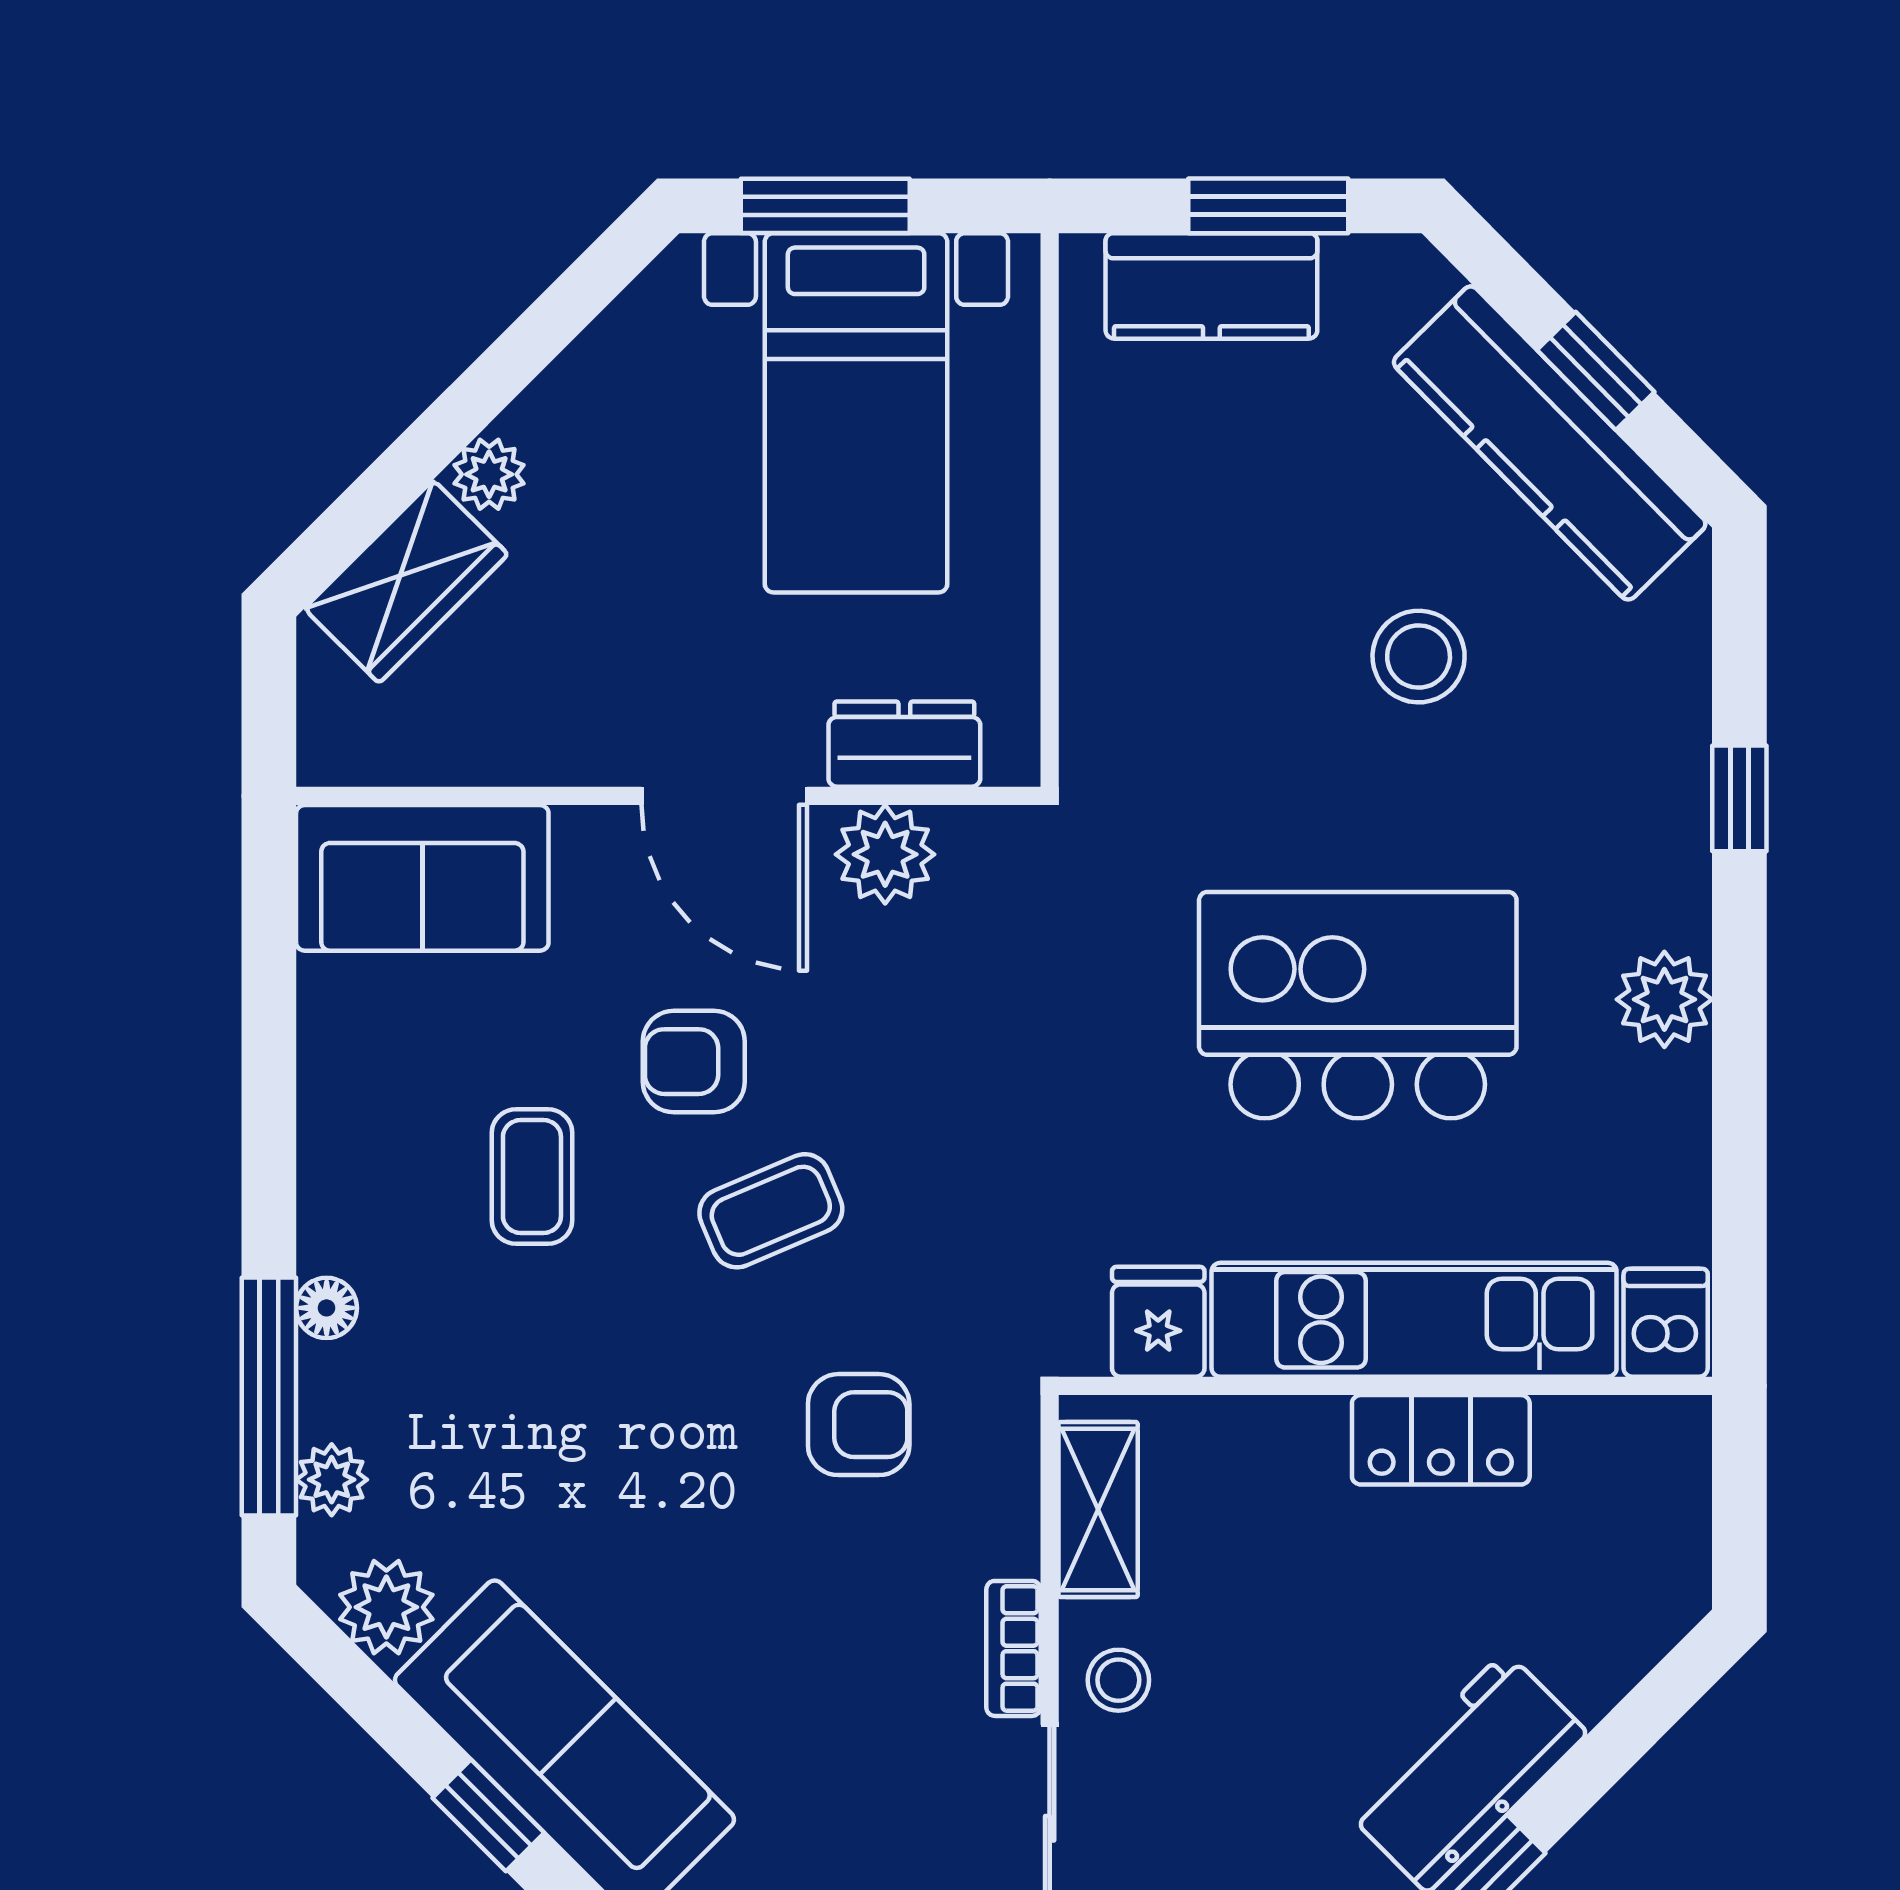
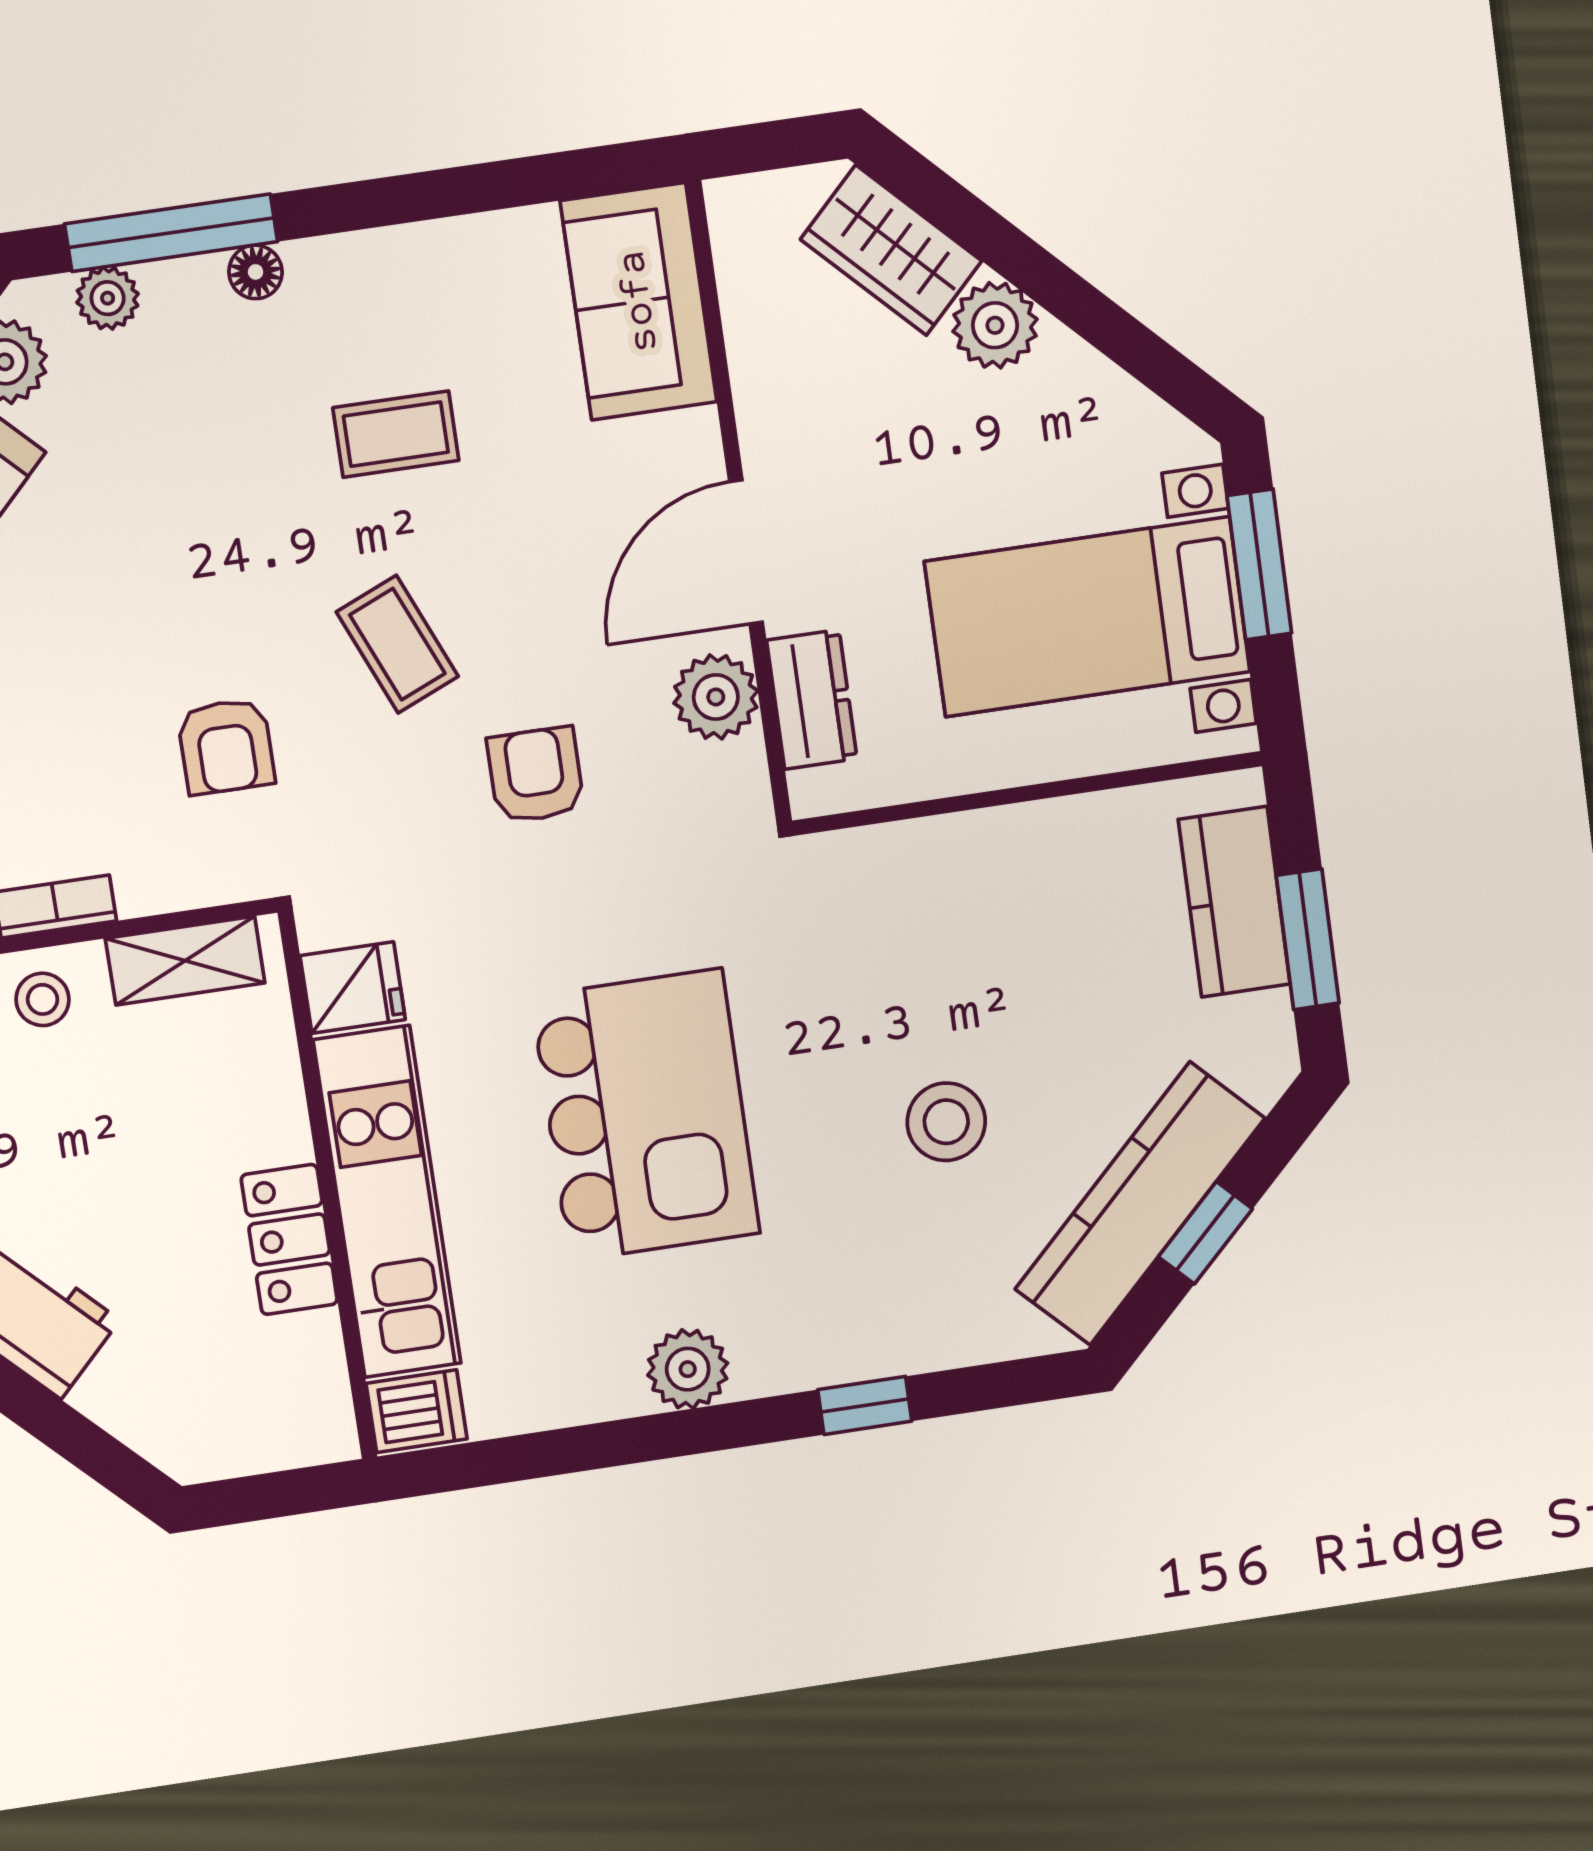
plant: (489, 474) -> (995, 325), width x1.38, depth x1.38
armchair: (694, 1062) -> (536, 775), moved

